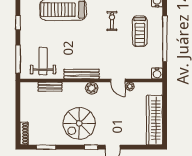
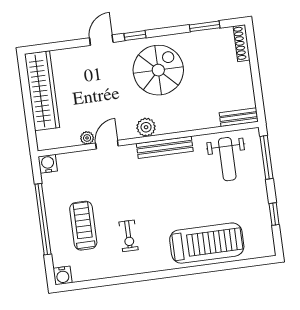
door: (118, 81) -> (107, 145), hinge flipped
bench: (50, 87) -> (239, 117), moved

